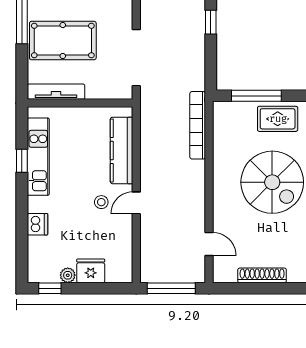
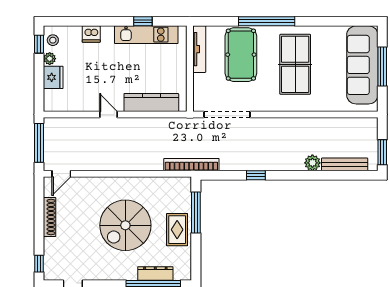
bookcase: (198, 125) -> (191, 165), moved
stool: (101, 202) -> (53, 40), moved
door: (209, 244) -> (61, 174), moved

